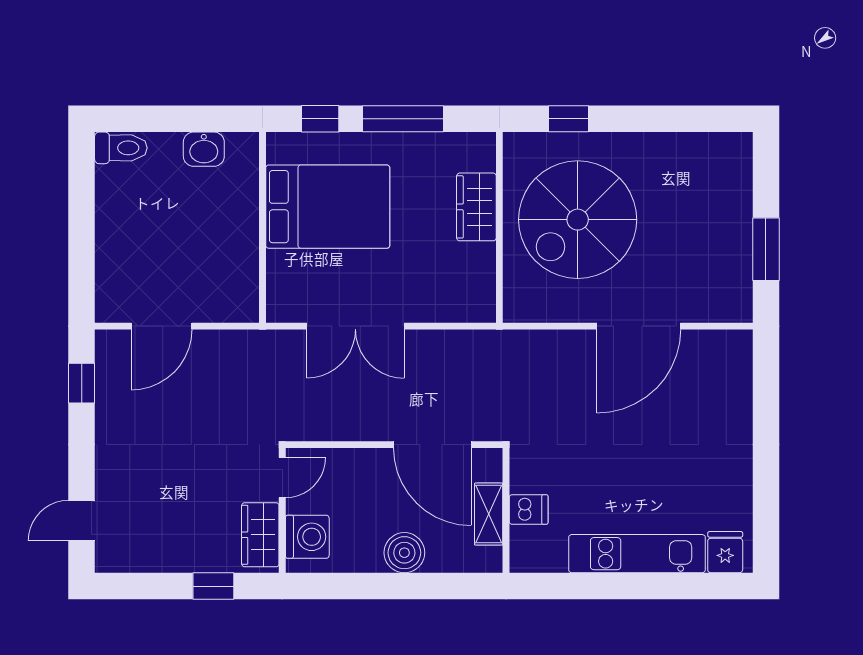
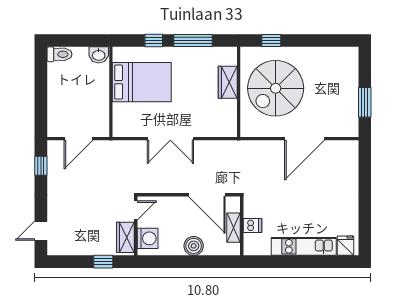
bed: (328, 207) -> (142, 82), moved
wall: (263, 227) -> (111, 92), moved

